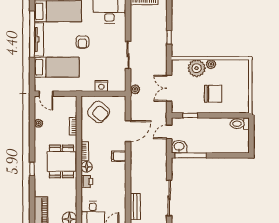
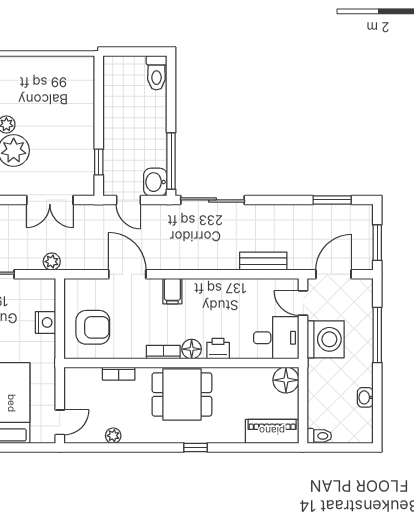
chair: (213, 94) -> (60, 121), removed
armchair: (99, 112) -> (93, 327), turned 50
toilet: (240, 124) -> (156, 73), moved
sliding door: (169, 198) -> (212, 200), moved

